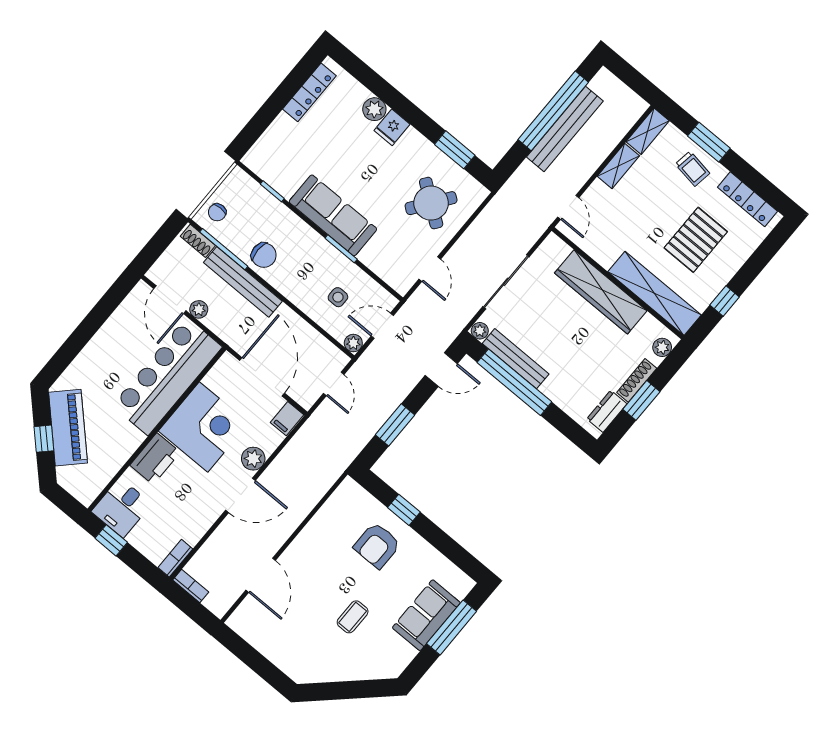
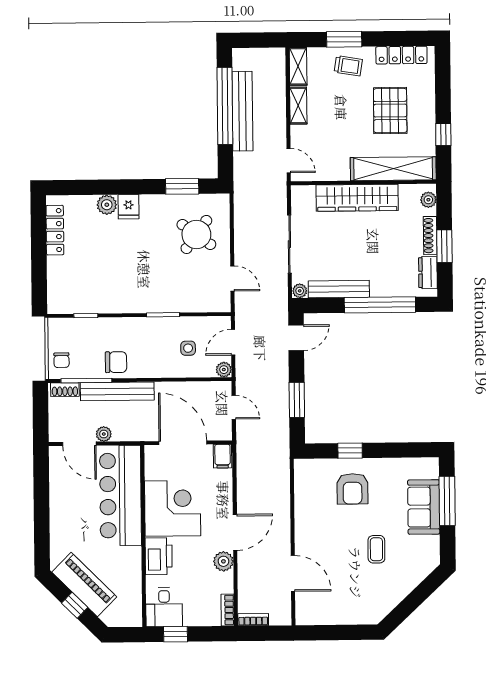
sofa: (333, 215) -> (139, 297), removed
window: (514, 382) -> (380, 305), moved
plant: (253, 459) -> (223, 561), moved

